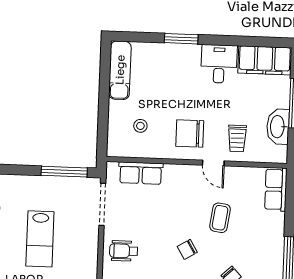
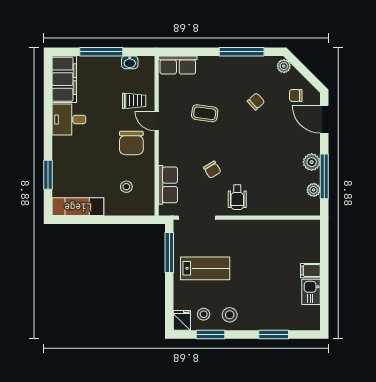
window: (181, 39) -> (48, 175), moved
washbasin: (278, 127) -> (130, 62), width x0.52, depth x0.69
door: (213, 163) -> (157, 121), swing flipped
lab bench: (40, 239) -> (205, 268), moved
chair: (187, 249) -> (212, 170), moved

